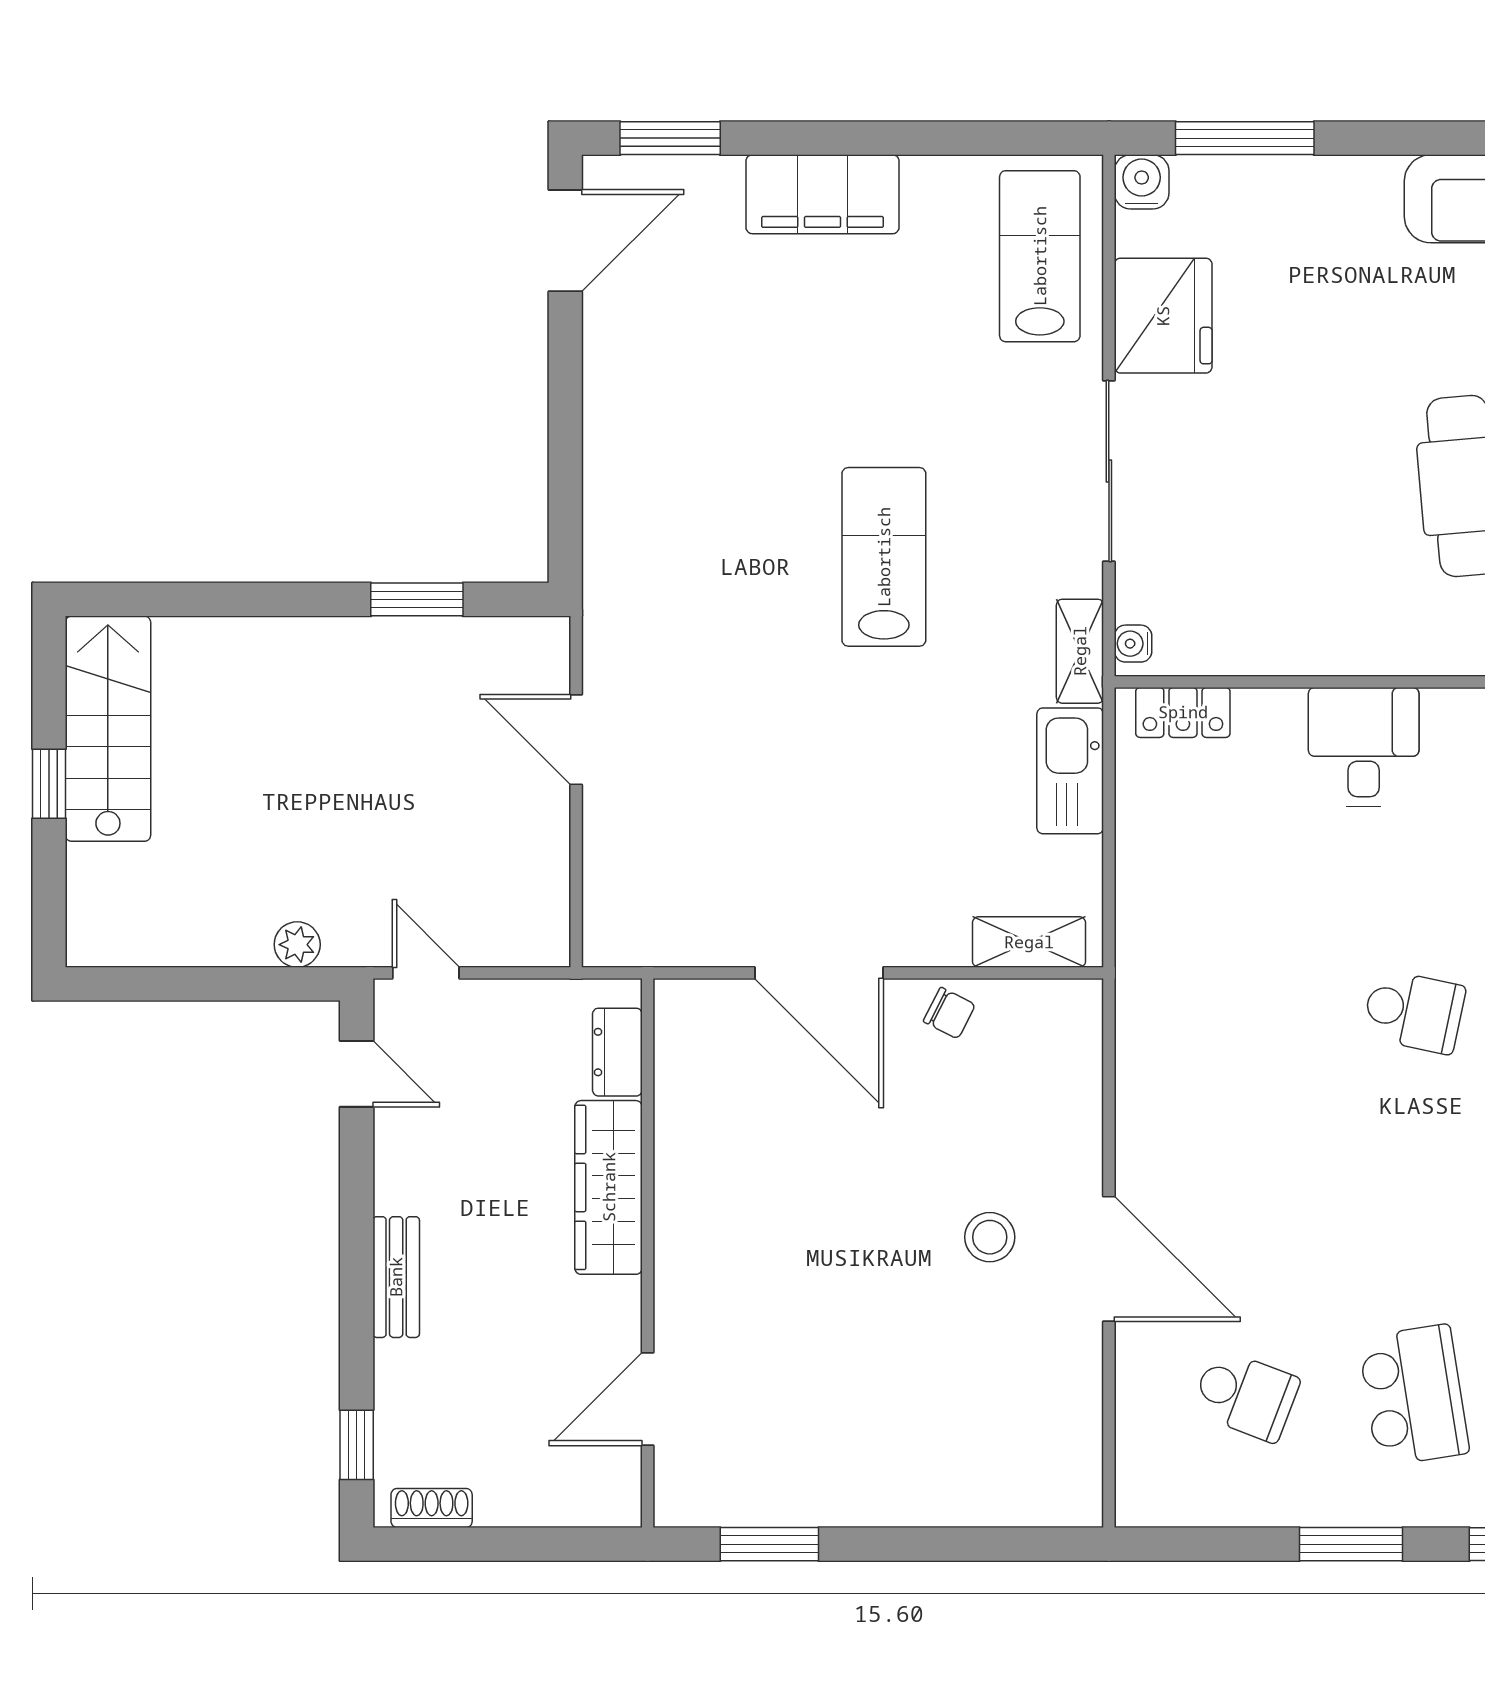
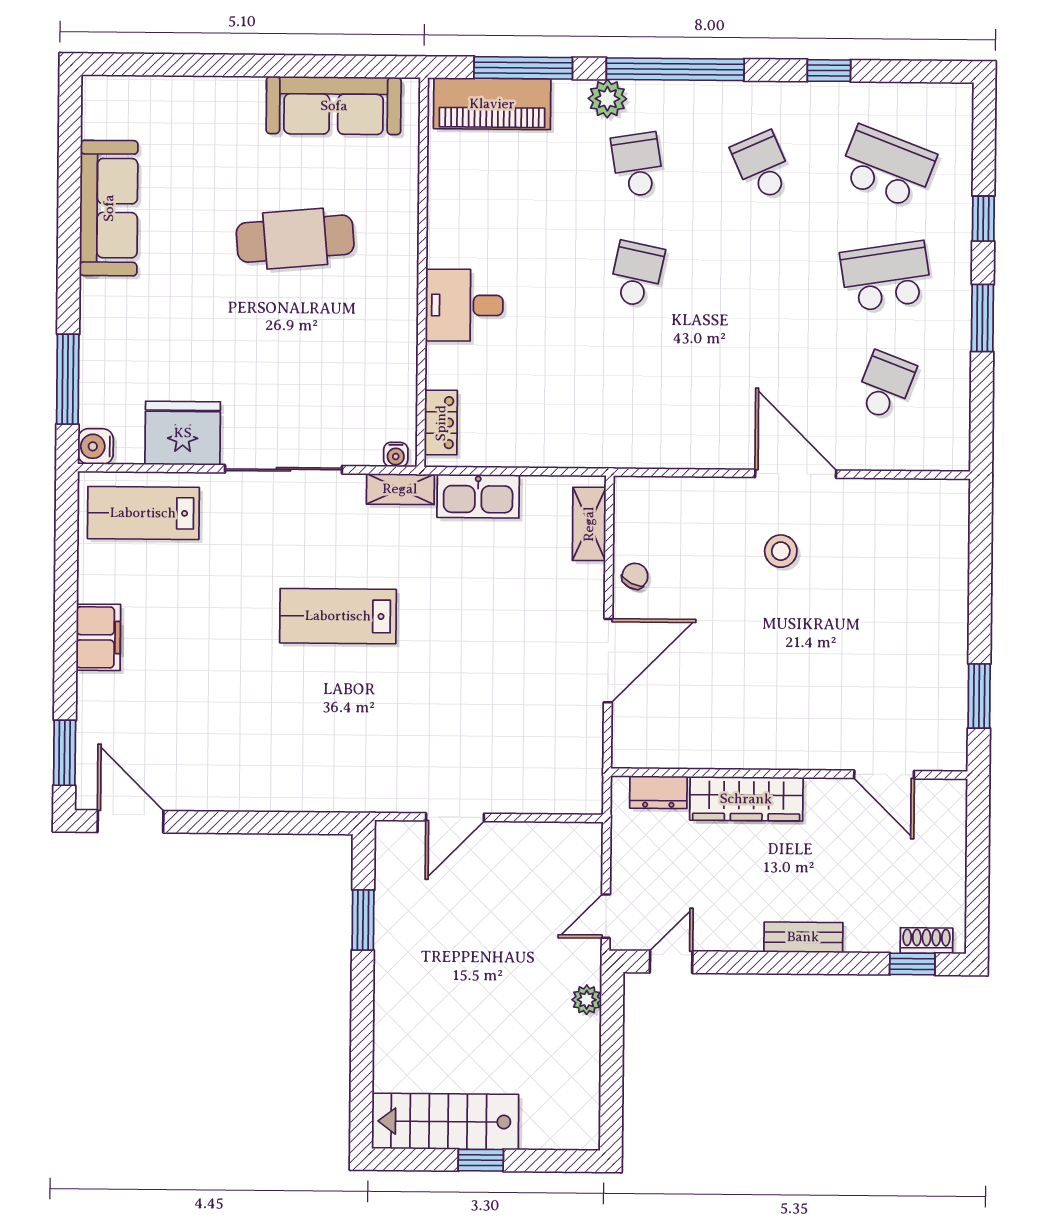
filing cabinet: (822, 194) -> (98, 637), width x0.67, depth x0.86
door: (1109, 1259) -> (796, 474), hinge flipped
shoe rack: (432, 1508) -> (926, 941), moved, turned 90

